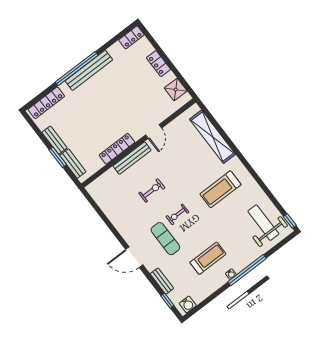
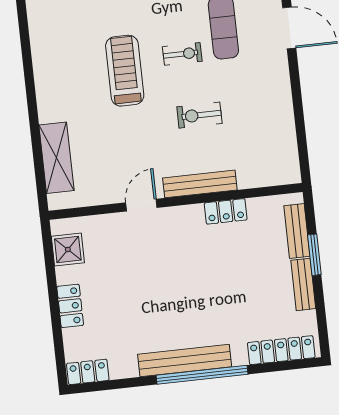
shelving: (213, 137) -> (57, 158), width x0.68
locker: (117, 149) -> (226, 211), width x0.66
treadmill: (220, 189) -> (125, 71), moved, turned -90

